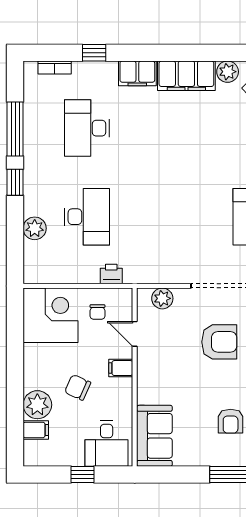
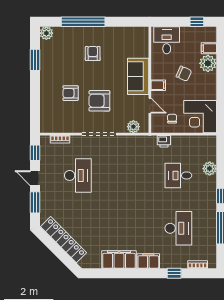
plant: (228, 72) -> (94, 262), removed
desk: (87, 217) -> (178, 175), width x0.73
sofa: (154, 436) -> (138, 76), moved
window: (83, 474) -> (197, 22), moved

